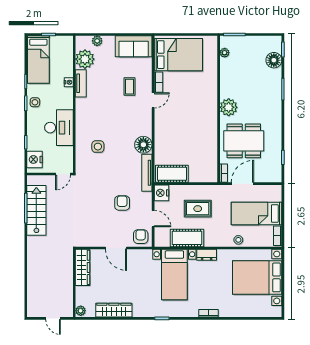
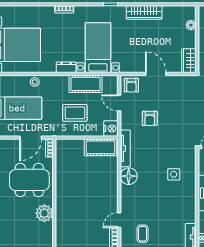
wardrobe: (83, 267) -> (189, 61), width x0.67
wardrobe: (114, 310) -> (144, 12), moved
plant: (81, 311) -> (191, 25), moved

